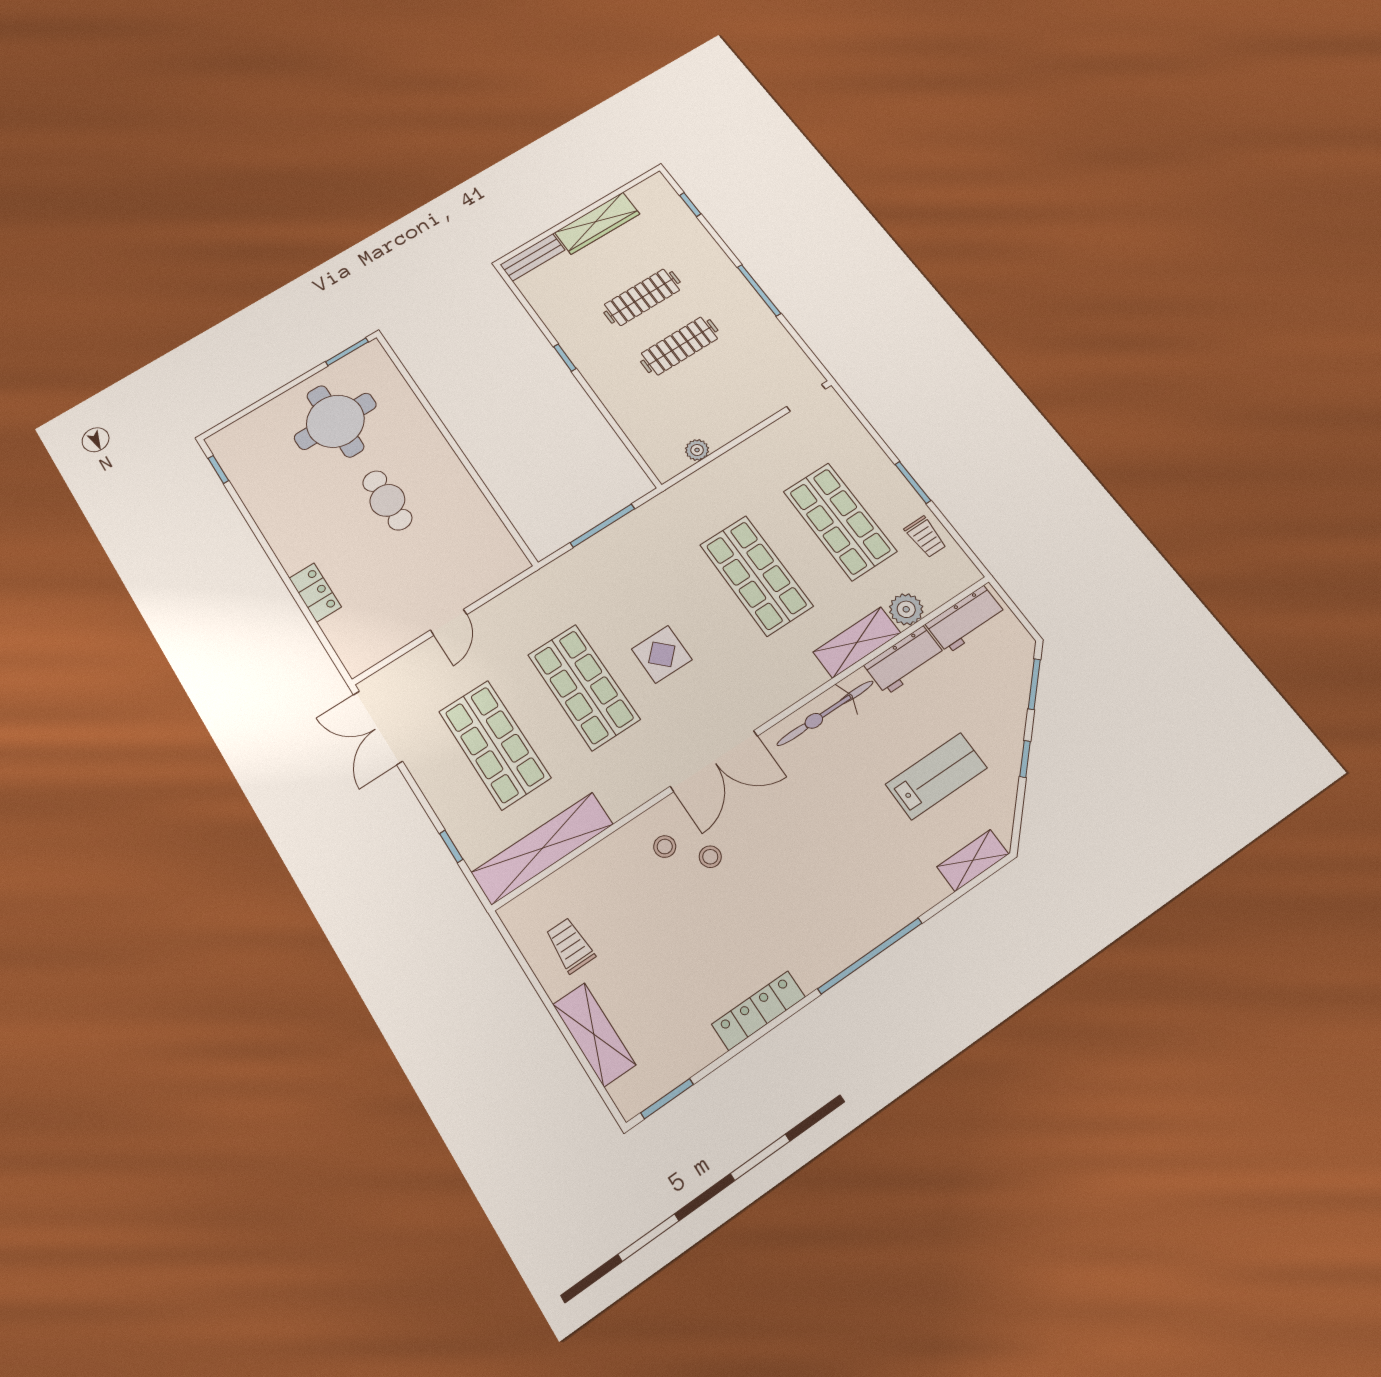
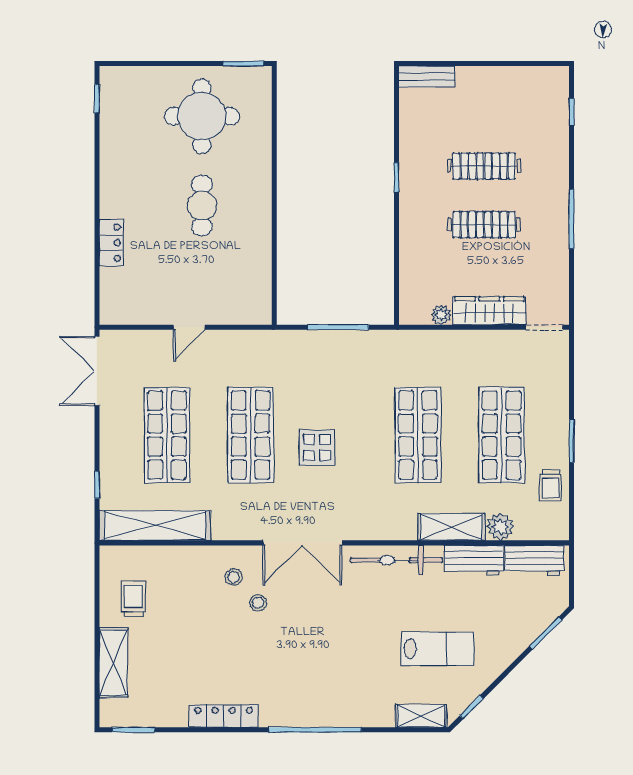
wardrobe: (597, 223) -> (489, 311), moved, turned 180
window: (1025, 759) -> (472, 707), moved

